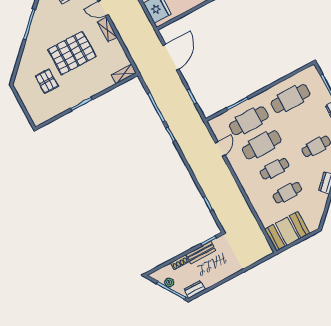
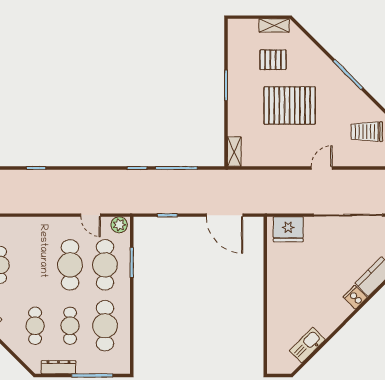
shelving: (107, 30) -> (274, 25), moved
pallet: (72, 53) -> (290, 105), turned 90
plant: (216, 126) -> (119, 225), added
cafe table: (275, 169) -> (70, 326), moved

